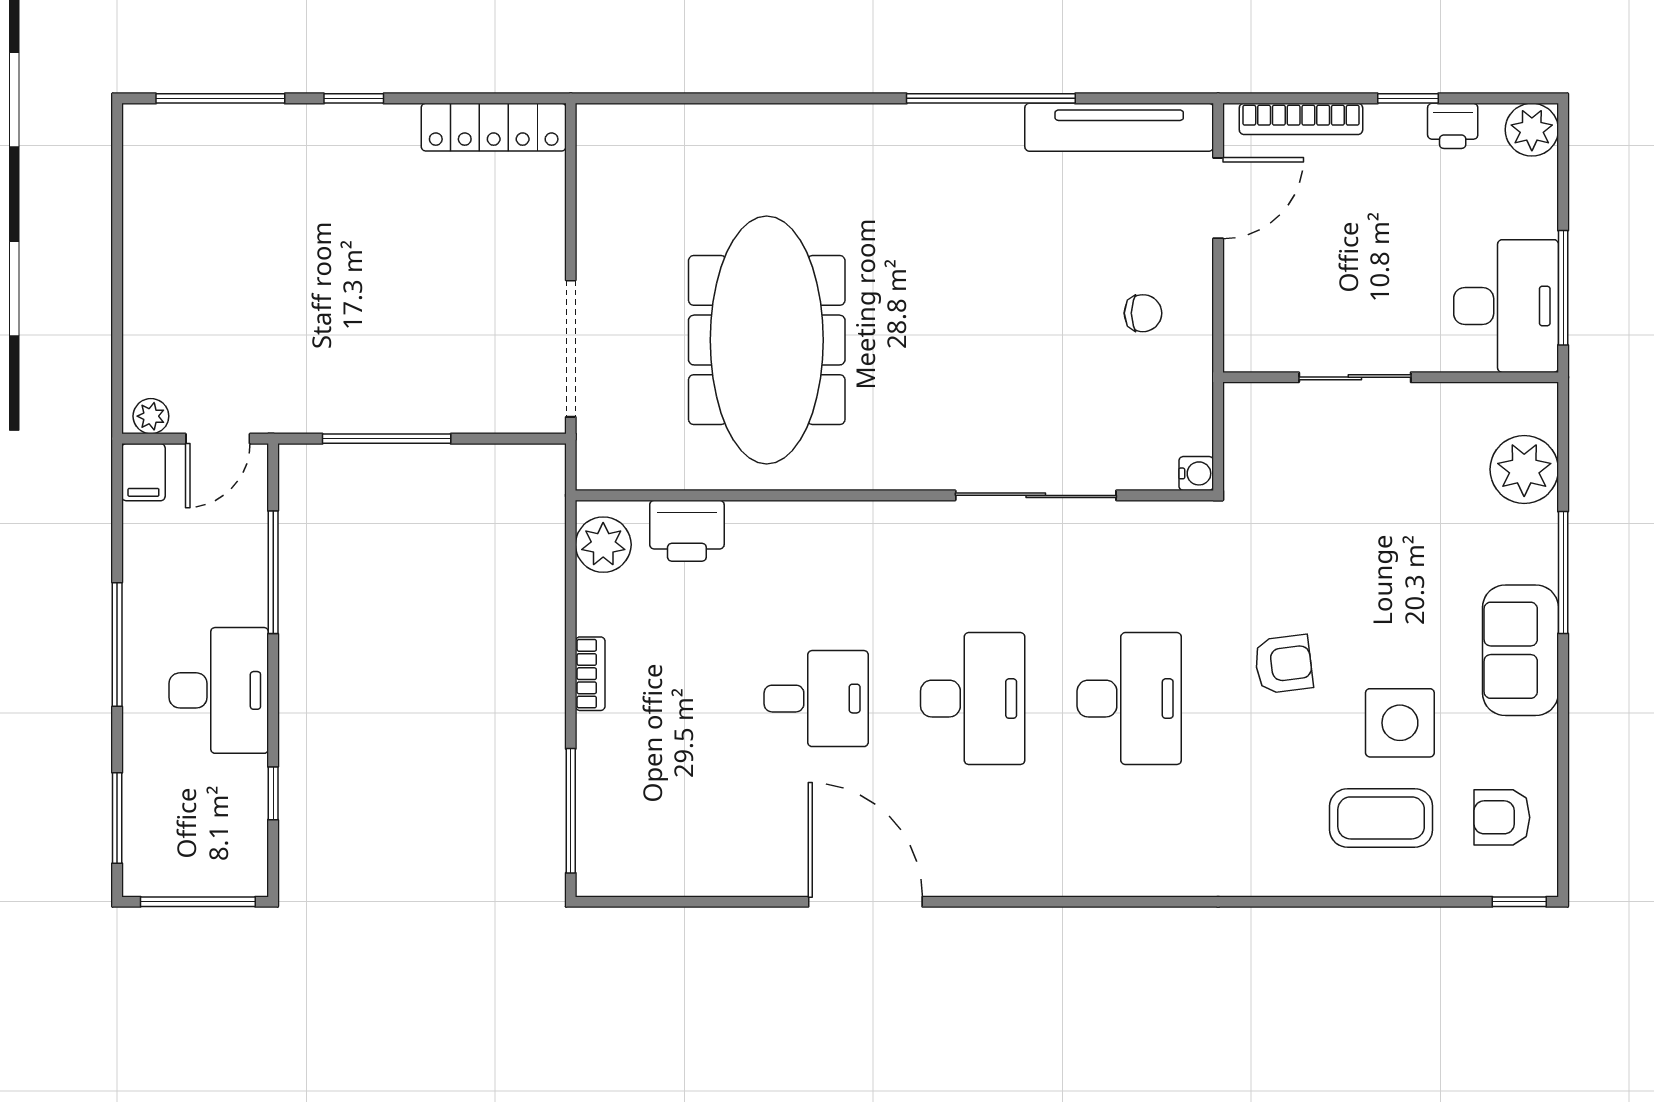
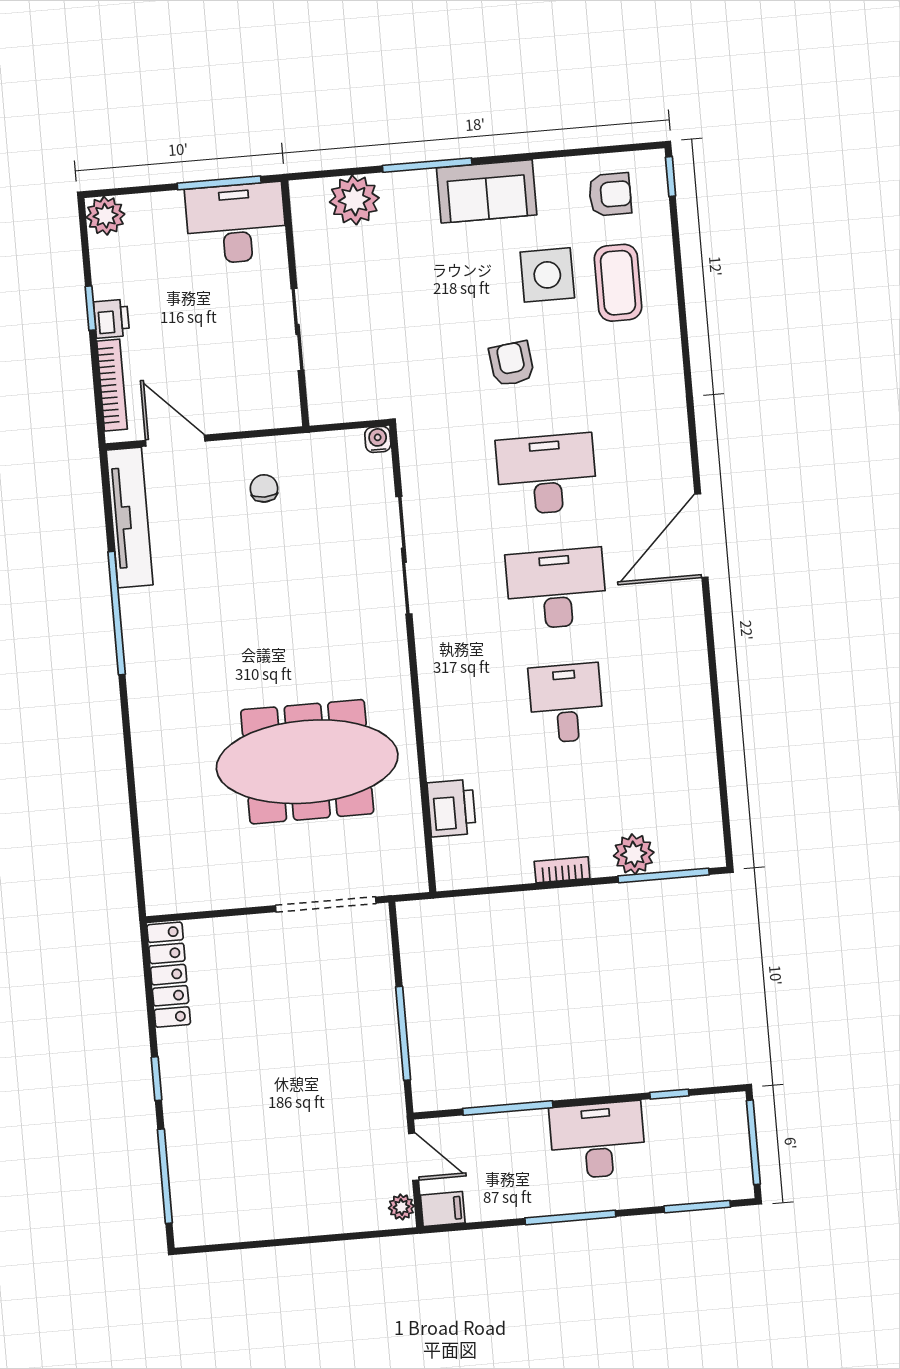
printer: (1453, 126) -> (112, 319), moved
plant: (603, 545) -> (634, 854), moved
armchair: (1502, 817) -> (610, 194), turned -90
door: (865, 902) -> (701, 536), moved

